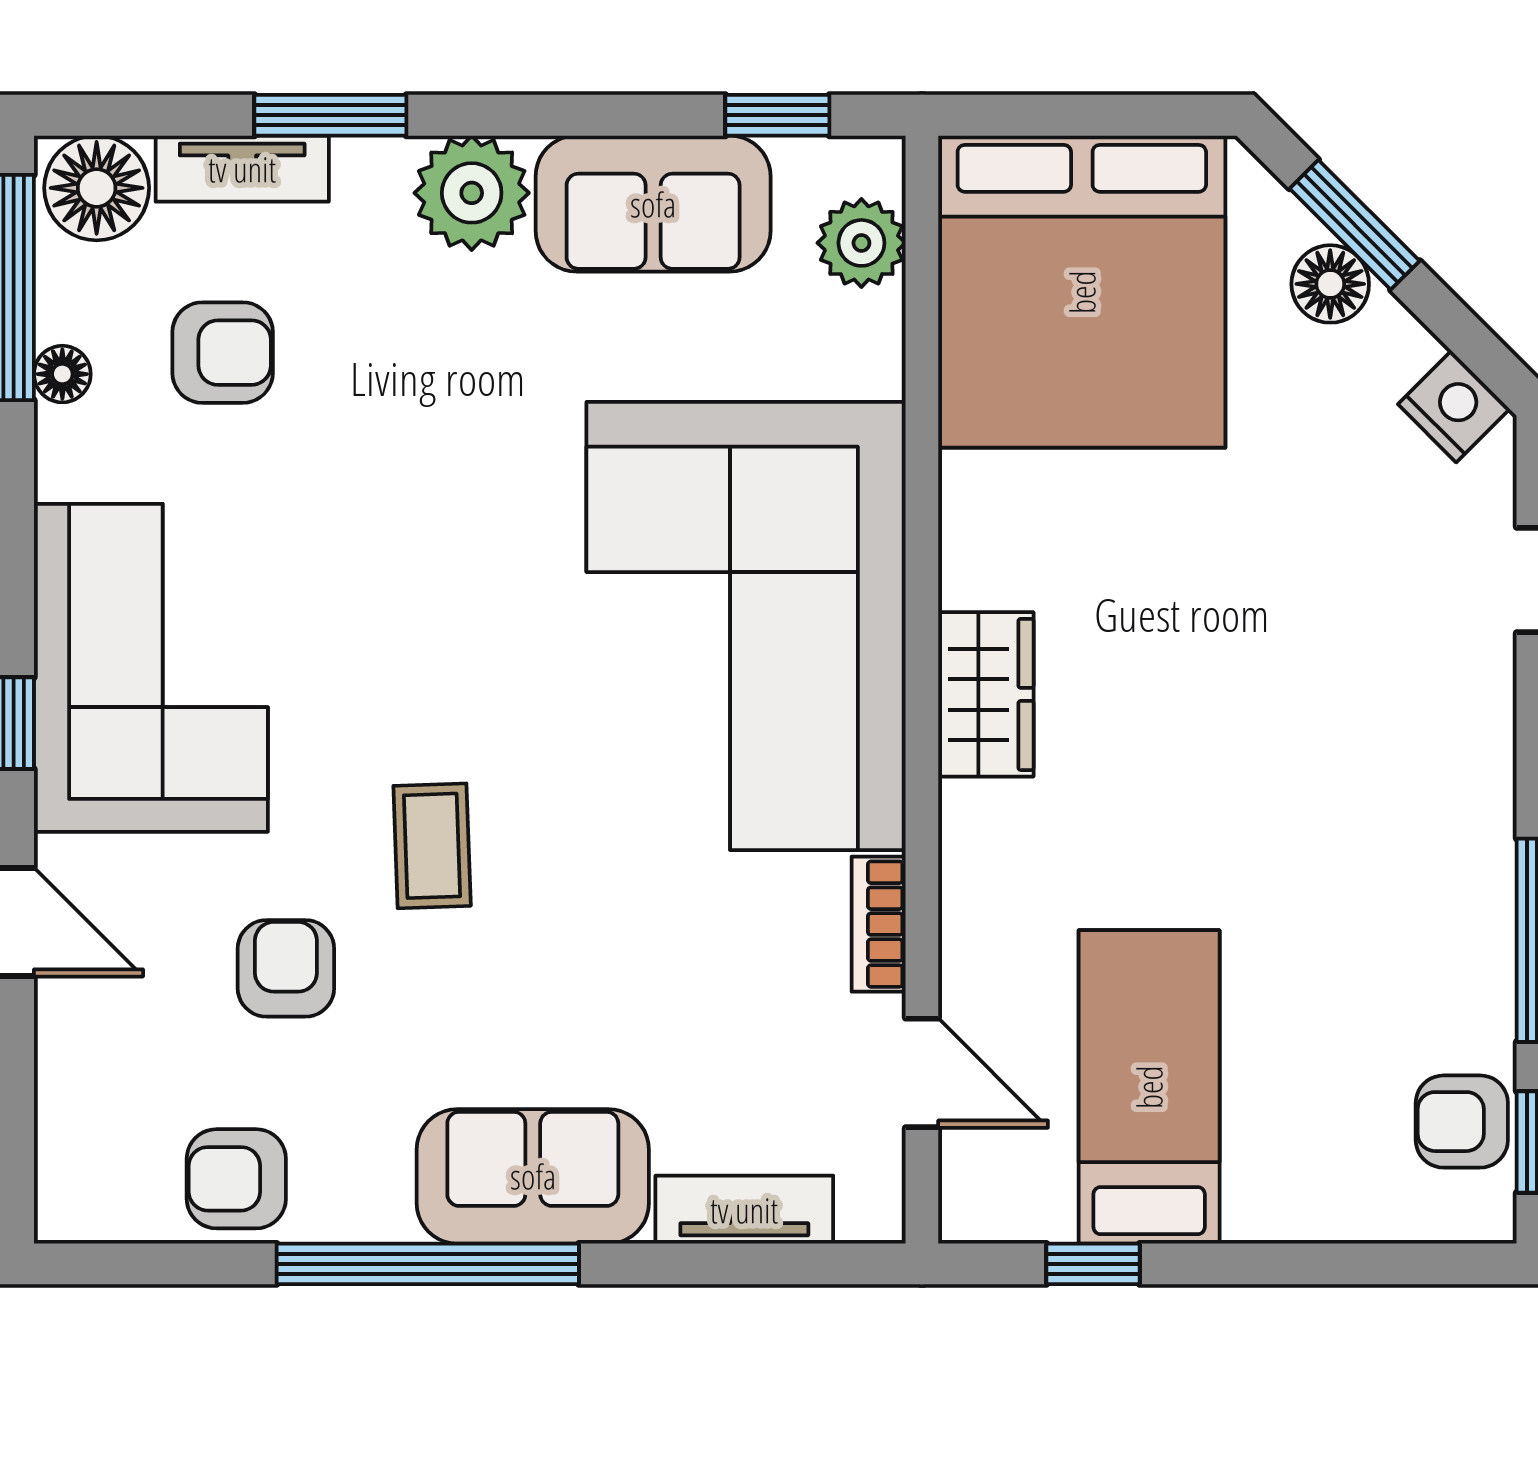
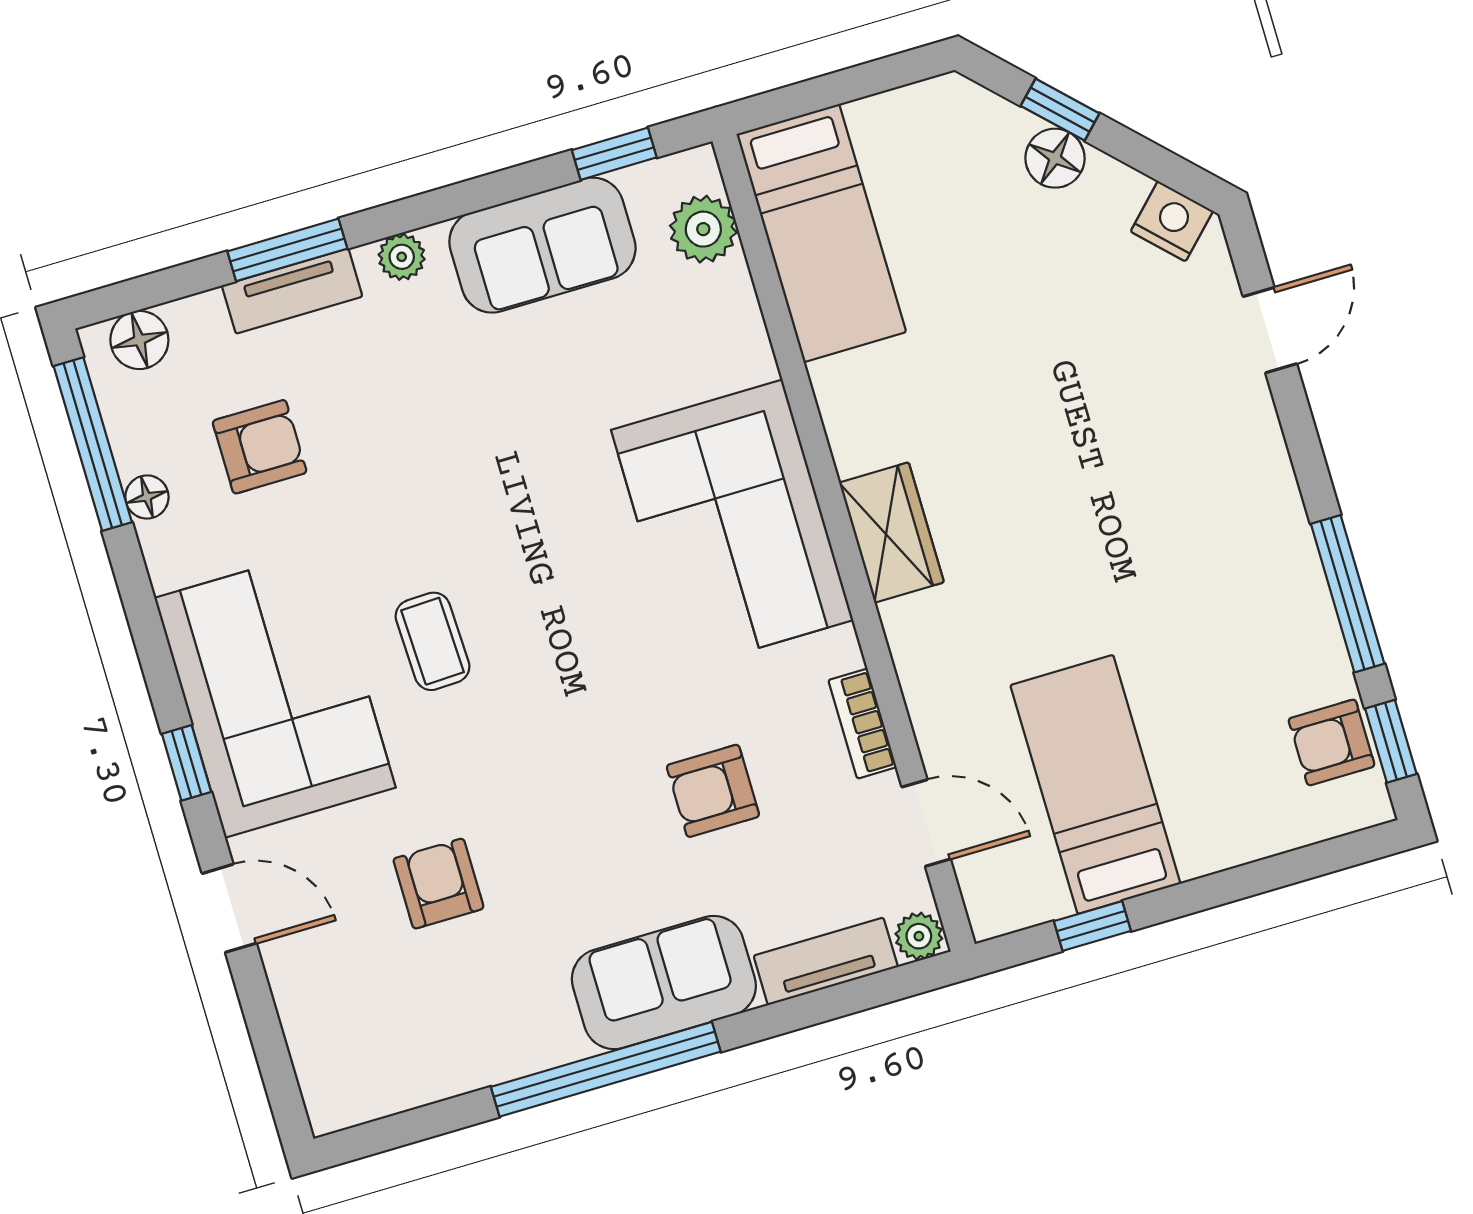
tv unit: (242, 169) -> (292, 291), moved
floor lamp: (97, 188) -> (139, 340), width x0.73, depth x0.73
plant: (472, 193) -> (402, 257), width x0.53, depth x0.53
window: (1355, 225) -> (1060, 110), width x0.67
bed: (1082, 292) -> (821, 233), width x0.49
corner sofa: (746, 626) -> (732, 525), width x0.73, depth x0.74
coffee table: (432, 846) -> (432, 641), moved
armchair: (236, 1179) -> (713, 791), moved
plant: (871, 1212) -> (919, 936), added

